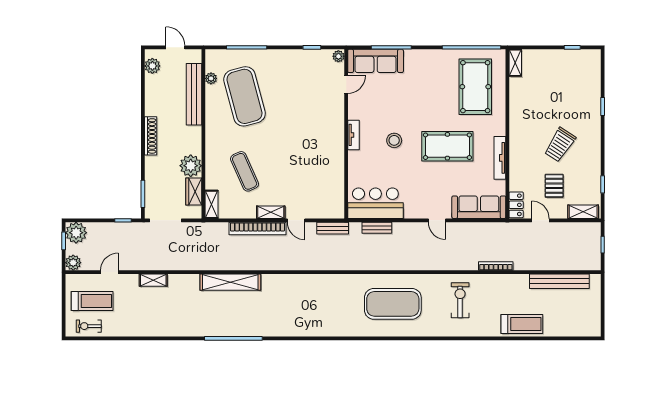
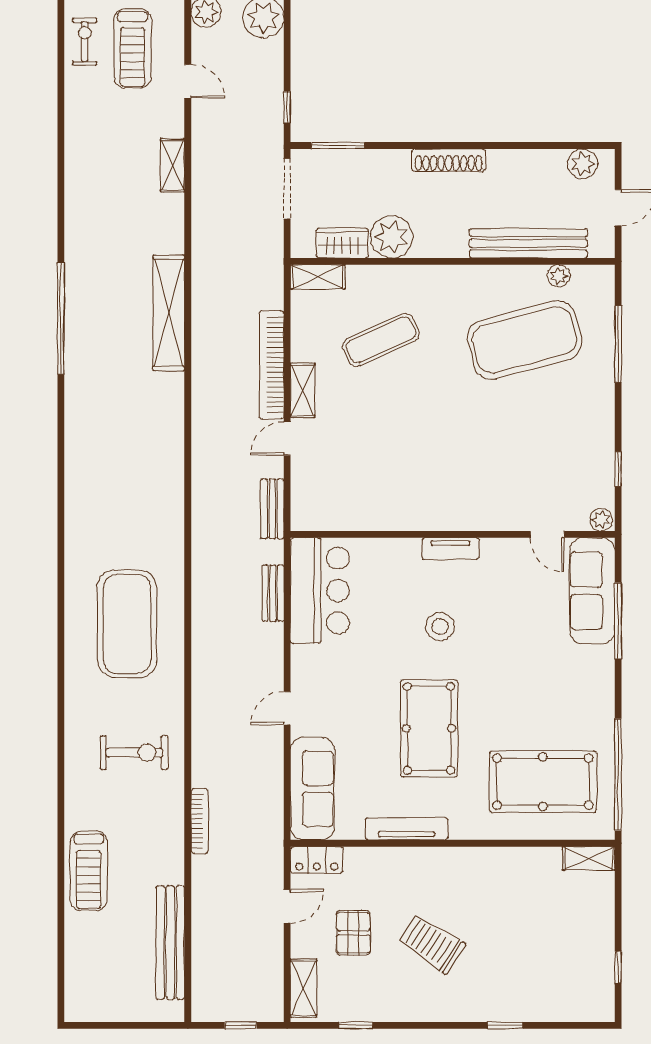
pallet: (554, 186) -> (353, 933), turned 90

